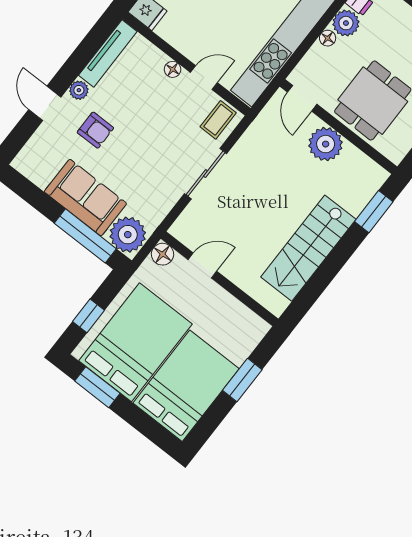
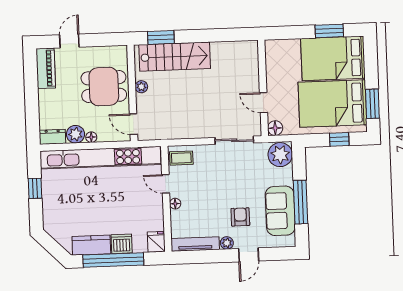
door: (302, 98) -> (133, 124), swing flipped
plant: (326, 144) -> (141, 87), width x0.53, depth x0.53
sliding door: (206, 174) -> (234, 140), moved
sofa: (85, 198) -> (280, 211), moved
window: (85, 236) -> (300, 202), moved
stairs: (308, 248) -> (175, 57), moved
window: (242, 380) -> (329, 31), moved

